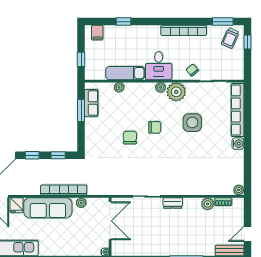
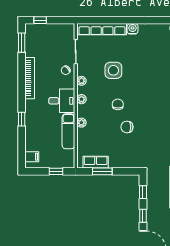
window: (123, 22) -> (22, 119), moved
trolley: (230, 38) -> (37, 36), removed
plant: (119, 87) -> (81, 123), moved
plant: (176, 92) -> (81, 81), width x0.53, depth x0.53

